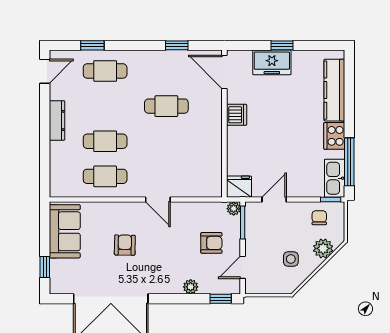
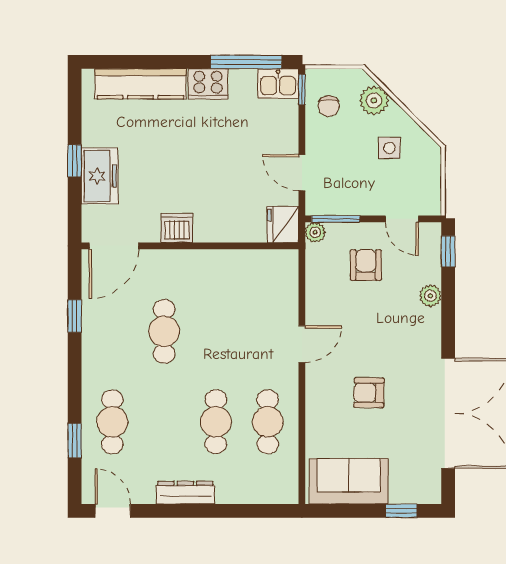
kitchen sink: (335, 178) -> (278, 83), width x0.73
chair: (319, 218) -> (329, 106), turned -90

